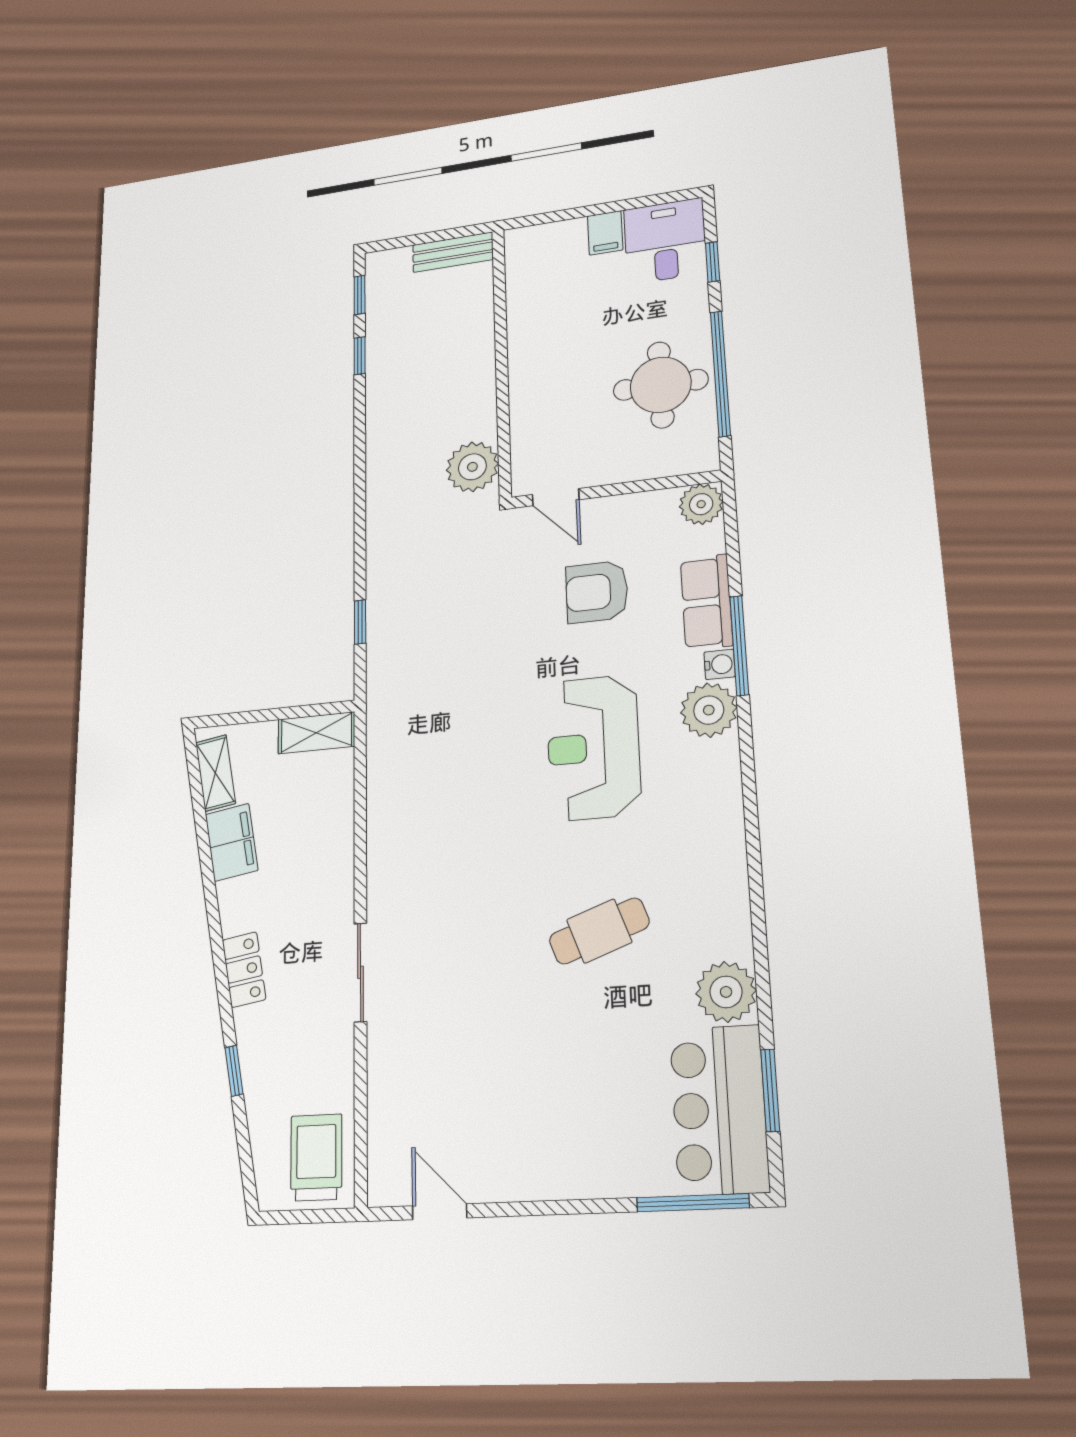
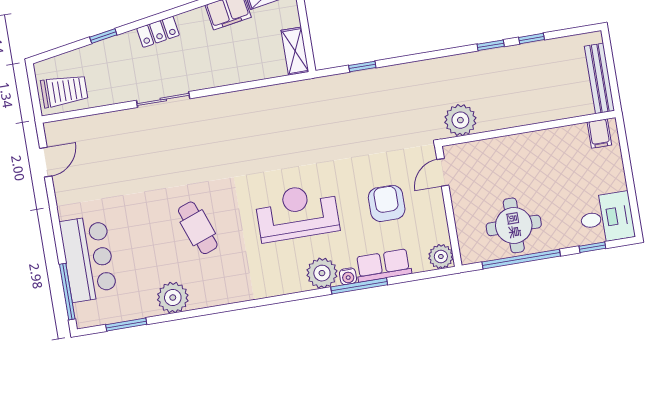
filing cabinet: (605, 233) -> (599, 134), moved, turned -90
bench: (453, 252) -> (600, 78), width x1.36
window: (360, 295) -> (491, 45), moved
bar counter: (719, 1110) -> (88, 259), moved, turned 90

